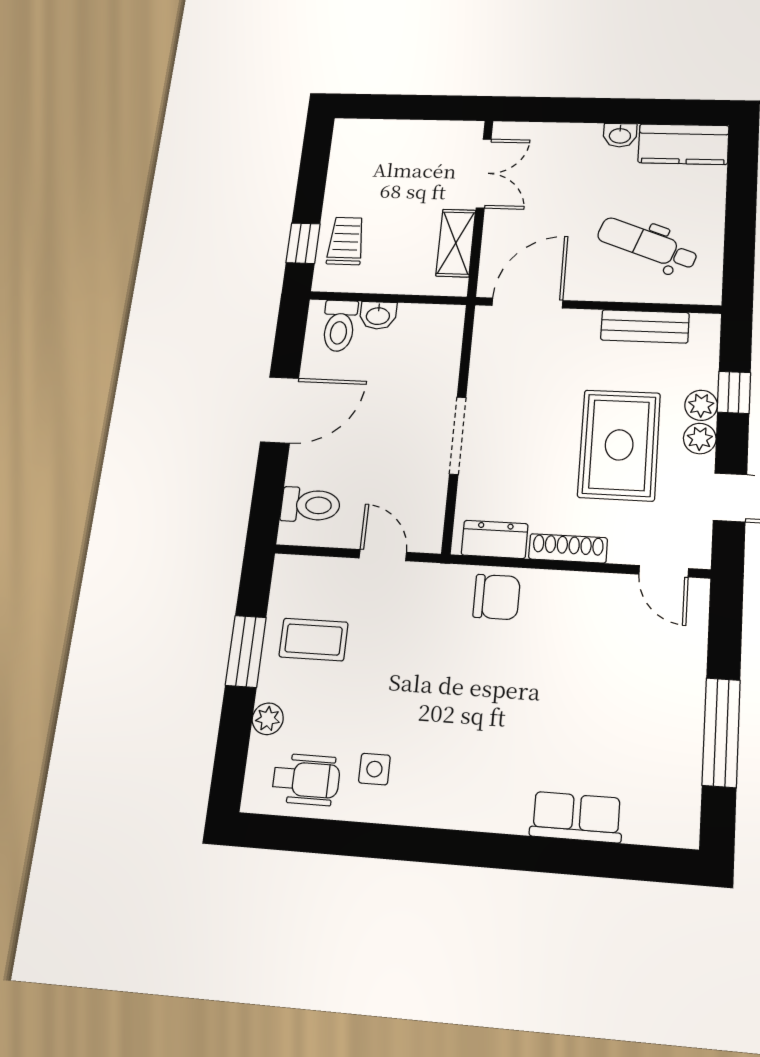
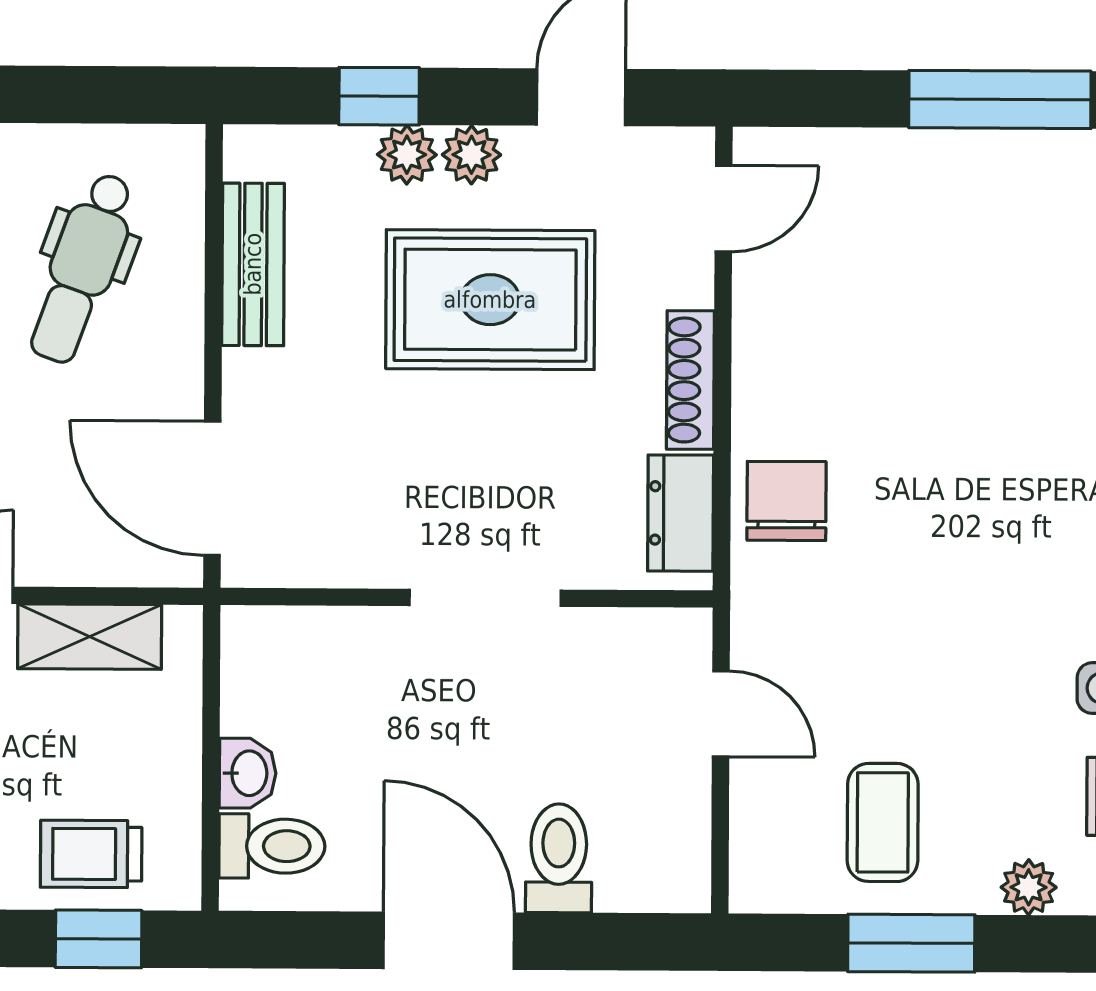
toilet: (310, 505) -> (559, 858), moved
door: (383, 555) -> (721, 714), swing flipped

